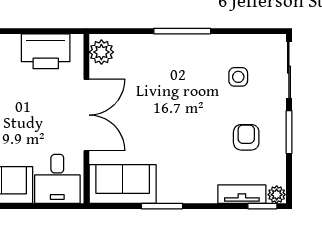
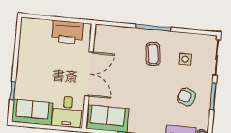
plant: (101, 52) -> (102, 36), removed
coffee table: (186, 73) -> (153, 54), added
armchair: (246, 137) -> (186, 97), turned -71

